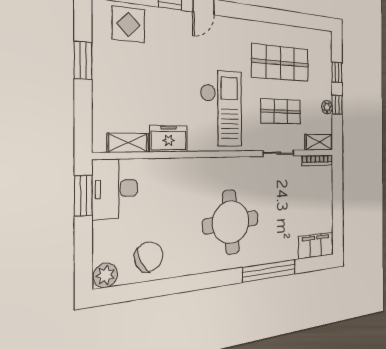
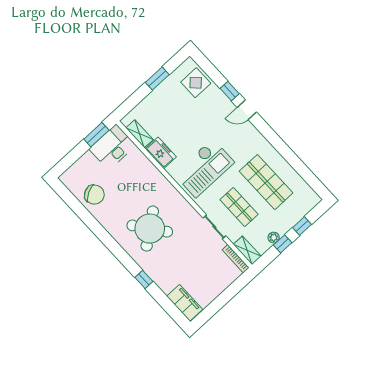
round table: (231, 222) -> (150, 229), turned -33
window: (269, 271) -> (144, 279), width x0.32
plant: (105, 275) -> (69, 179), removed

